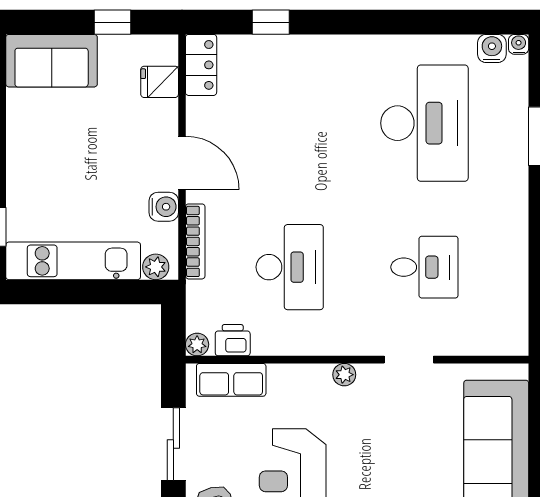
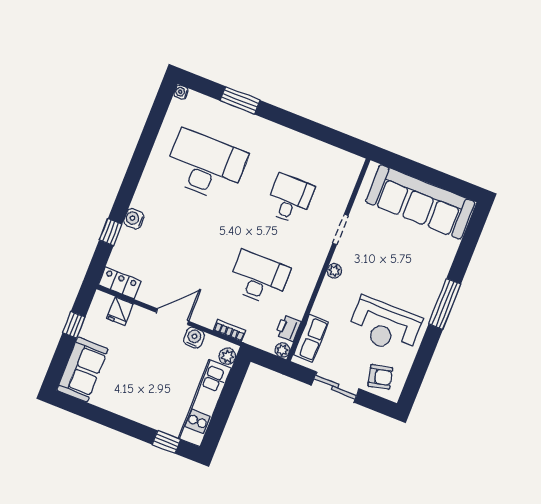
water cooler: (492, 48) -> (134, 219), moved
bookcase: (195, 241) -> (230, 330), width x0.64

